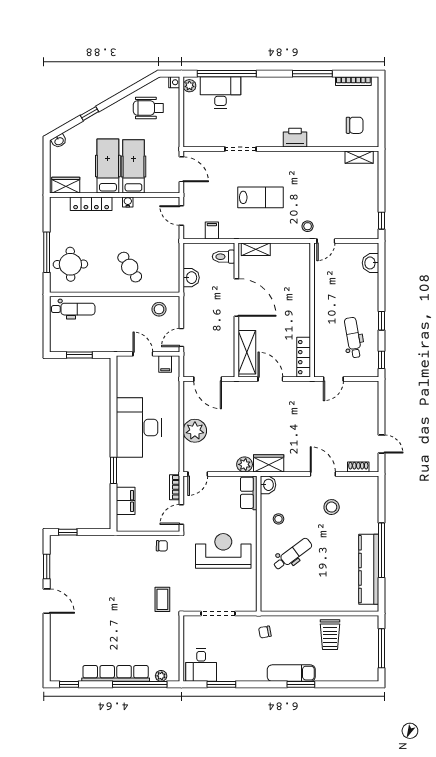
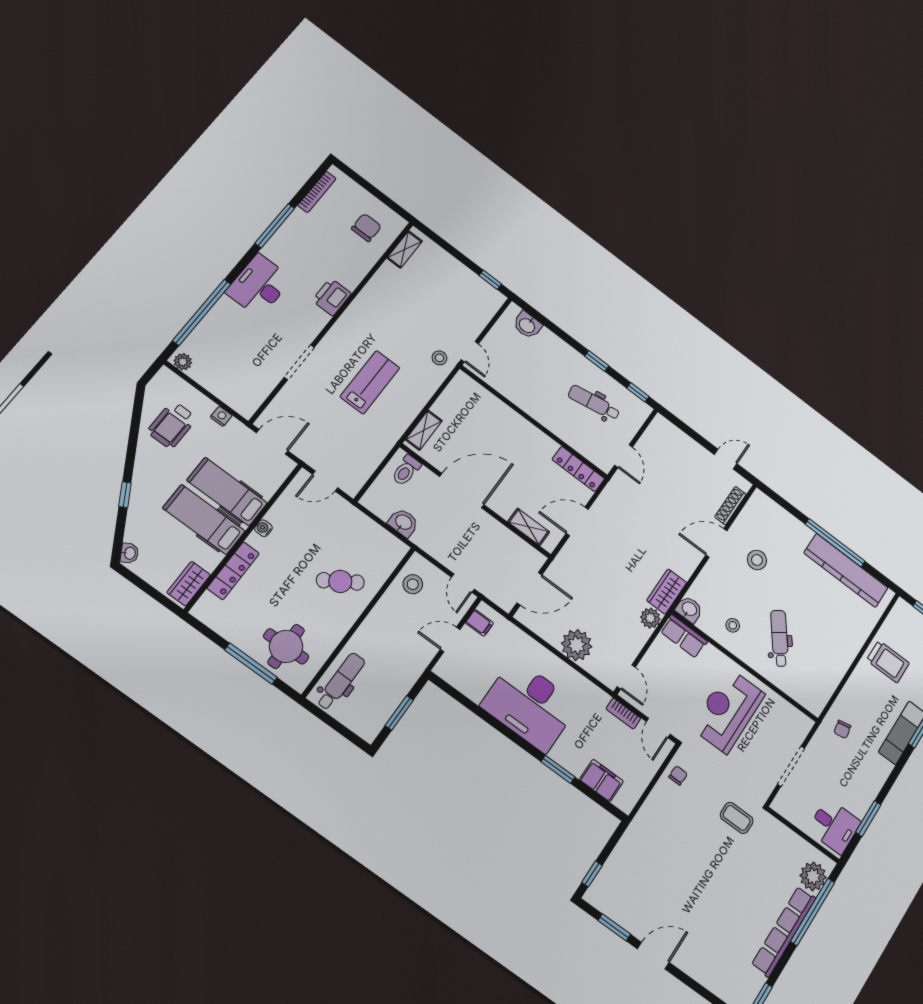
nightstand: (174, 82) -> (221, 416), moved
desk: (220, 92) -> (259, 286), moved
filing cabinet: (212, 231) -> (367, 461), removed
shelving: (247, 352) -> (529, 527), width x0.67, depth x0.75
shoe rack: (358, 467) -> (730, 506), width x1.43
plant: (161, 676) -> (813, 876), width x1.88, depth x1.88

